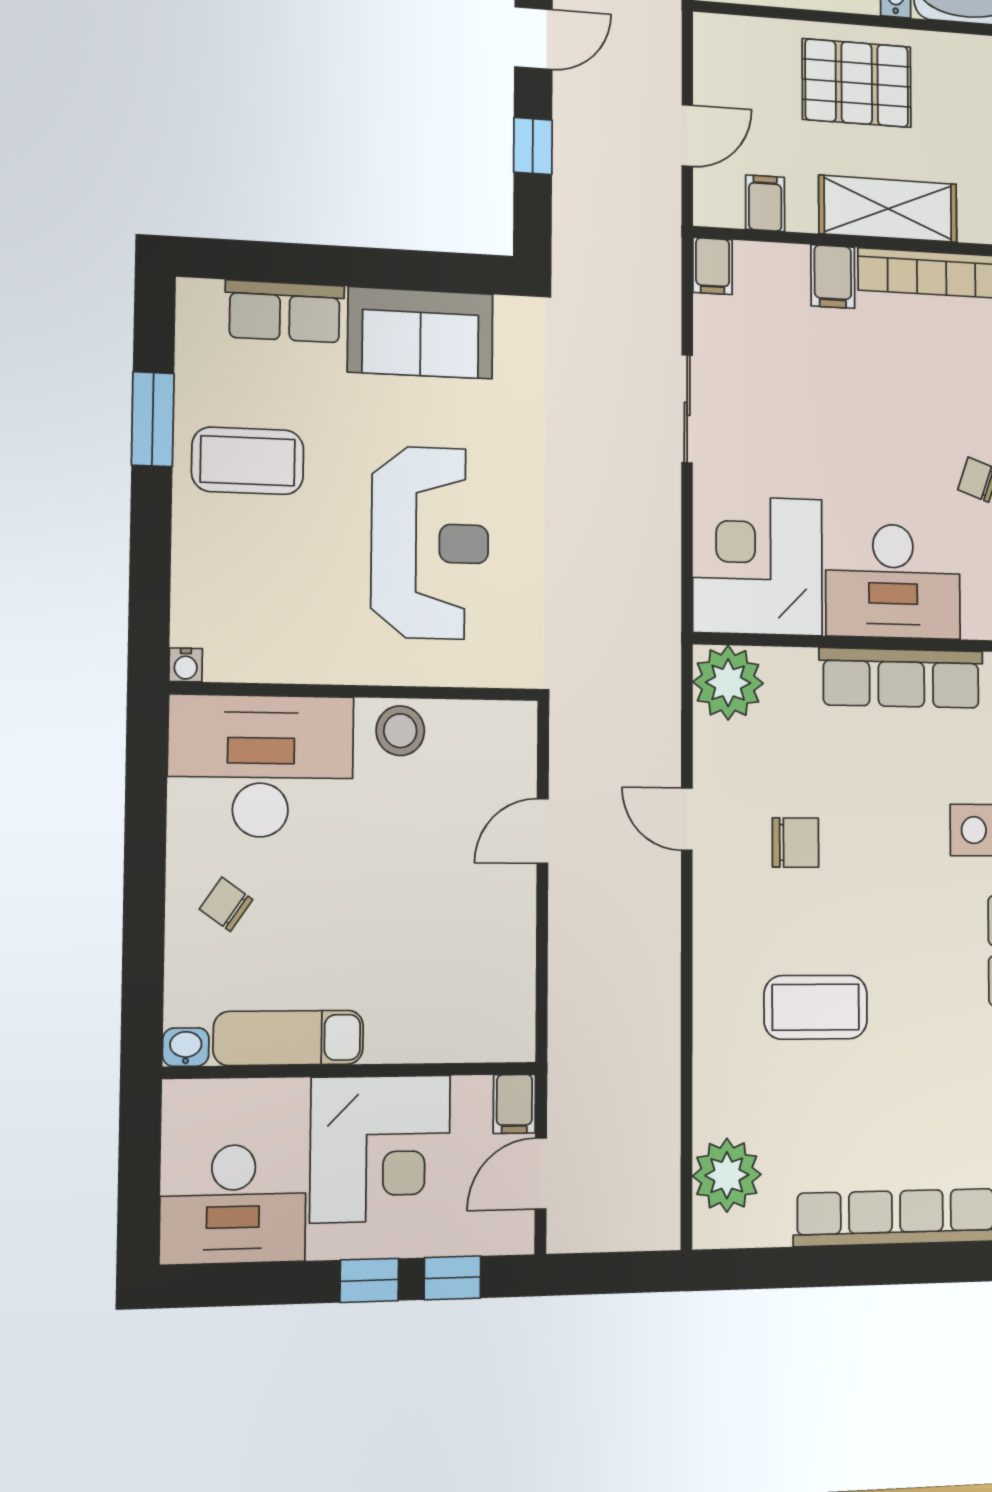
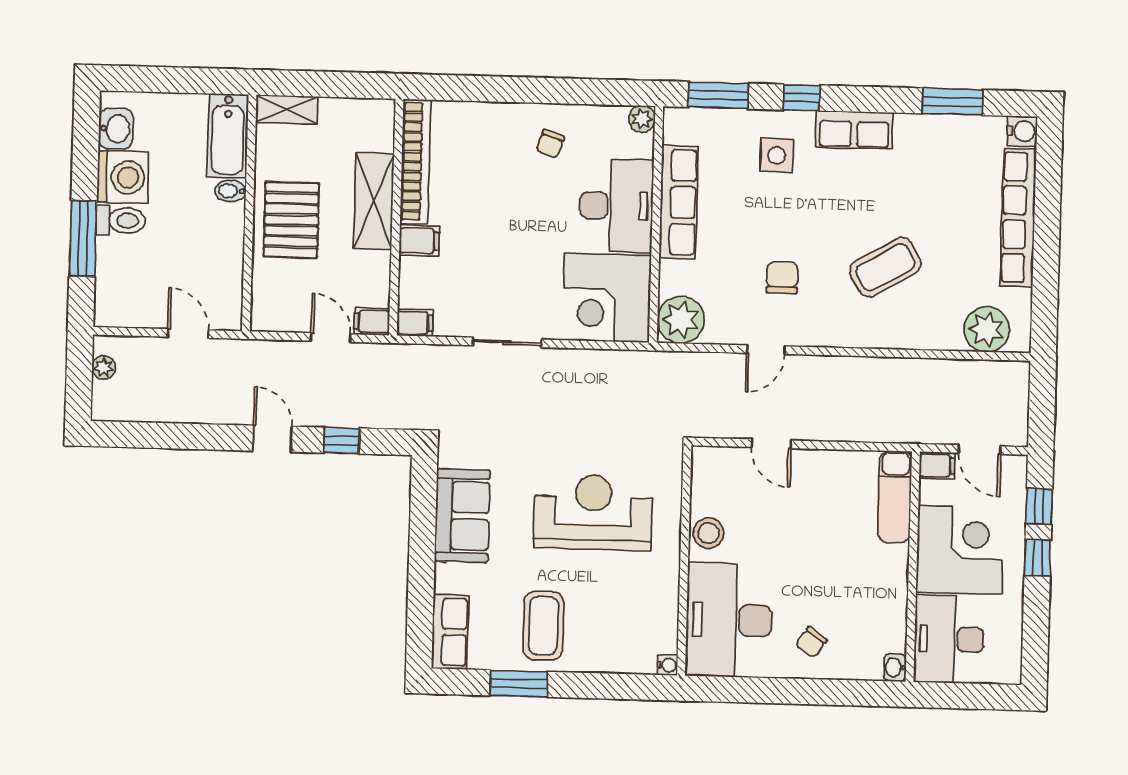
filing cabinet: (765, 203) -> (372, 322), moved
row of seats: (285, 311) -> (450, 632), moved
coffee table: (816, 1007) -> (885, 267), turned 60
exam couch: (289, 1038) -> (895, 497), moved
desk: (233, 1204) -> (949, 639), moved, turned 180

